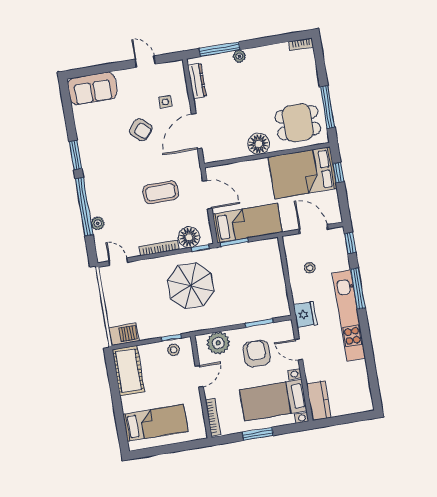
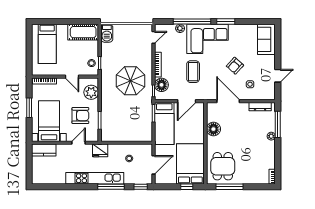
floor lamp: (259, 144) -> (213, 129), moved
corner sofa: (107, 179) -> (208, 39), added

